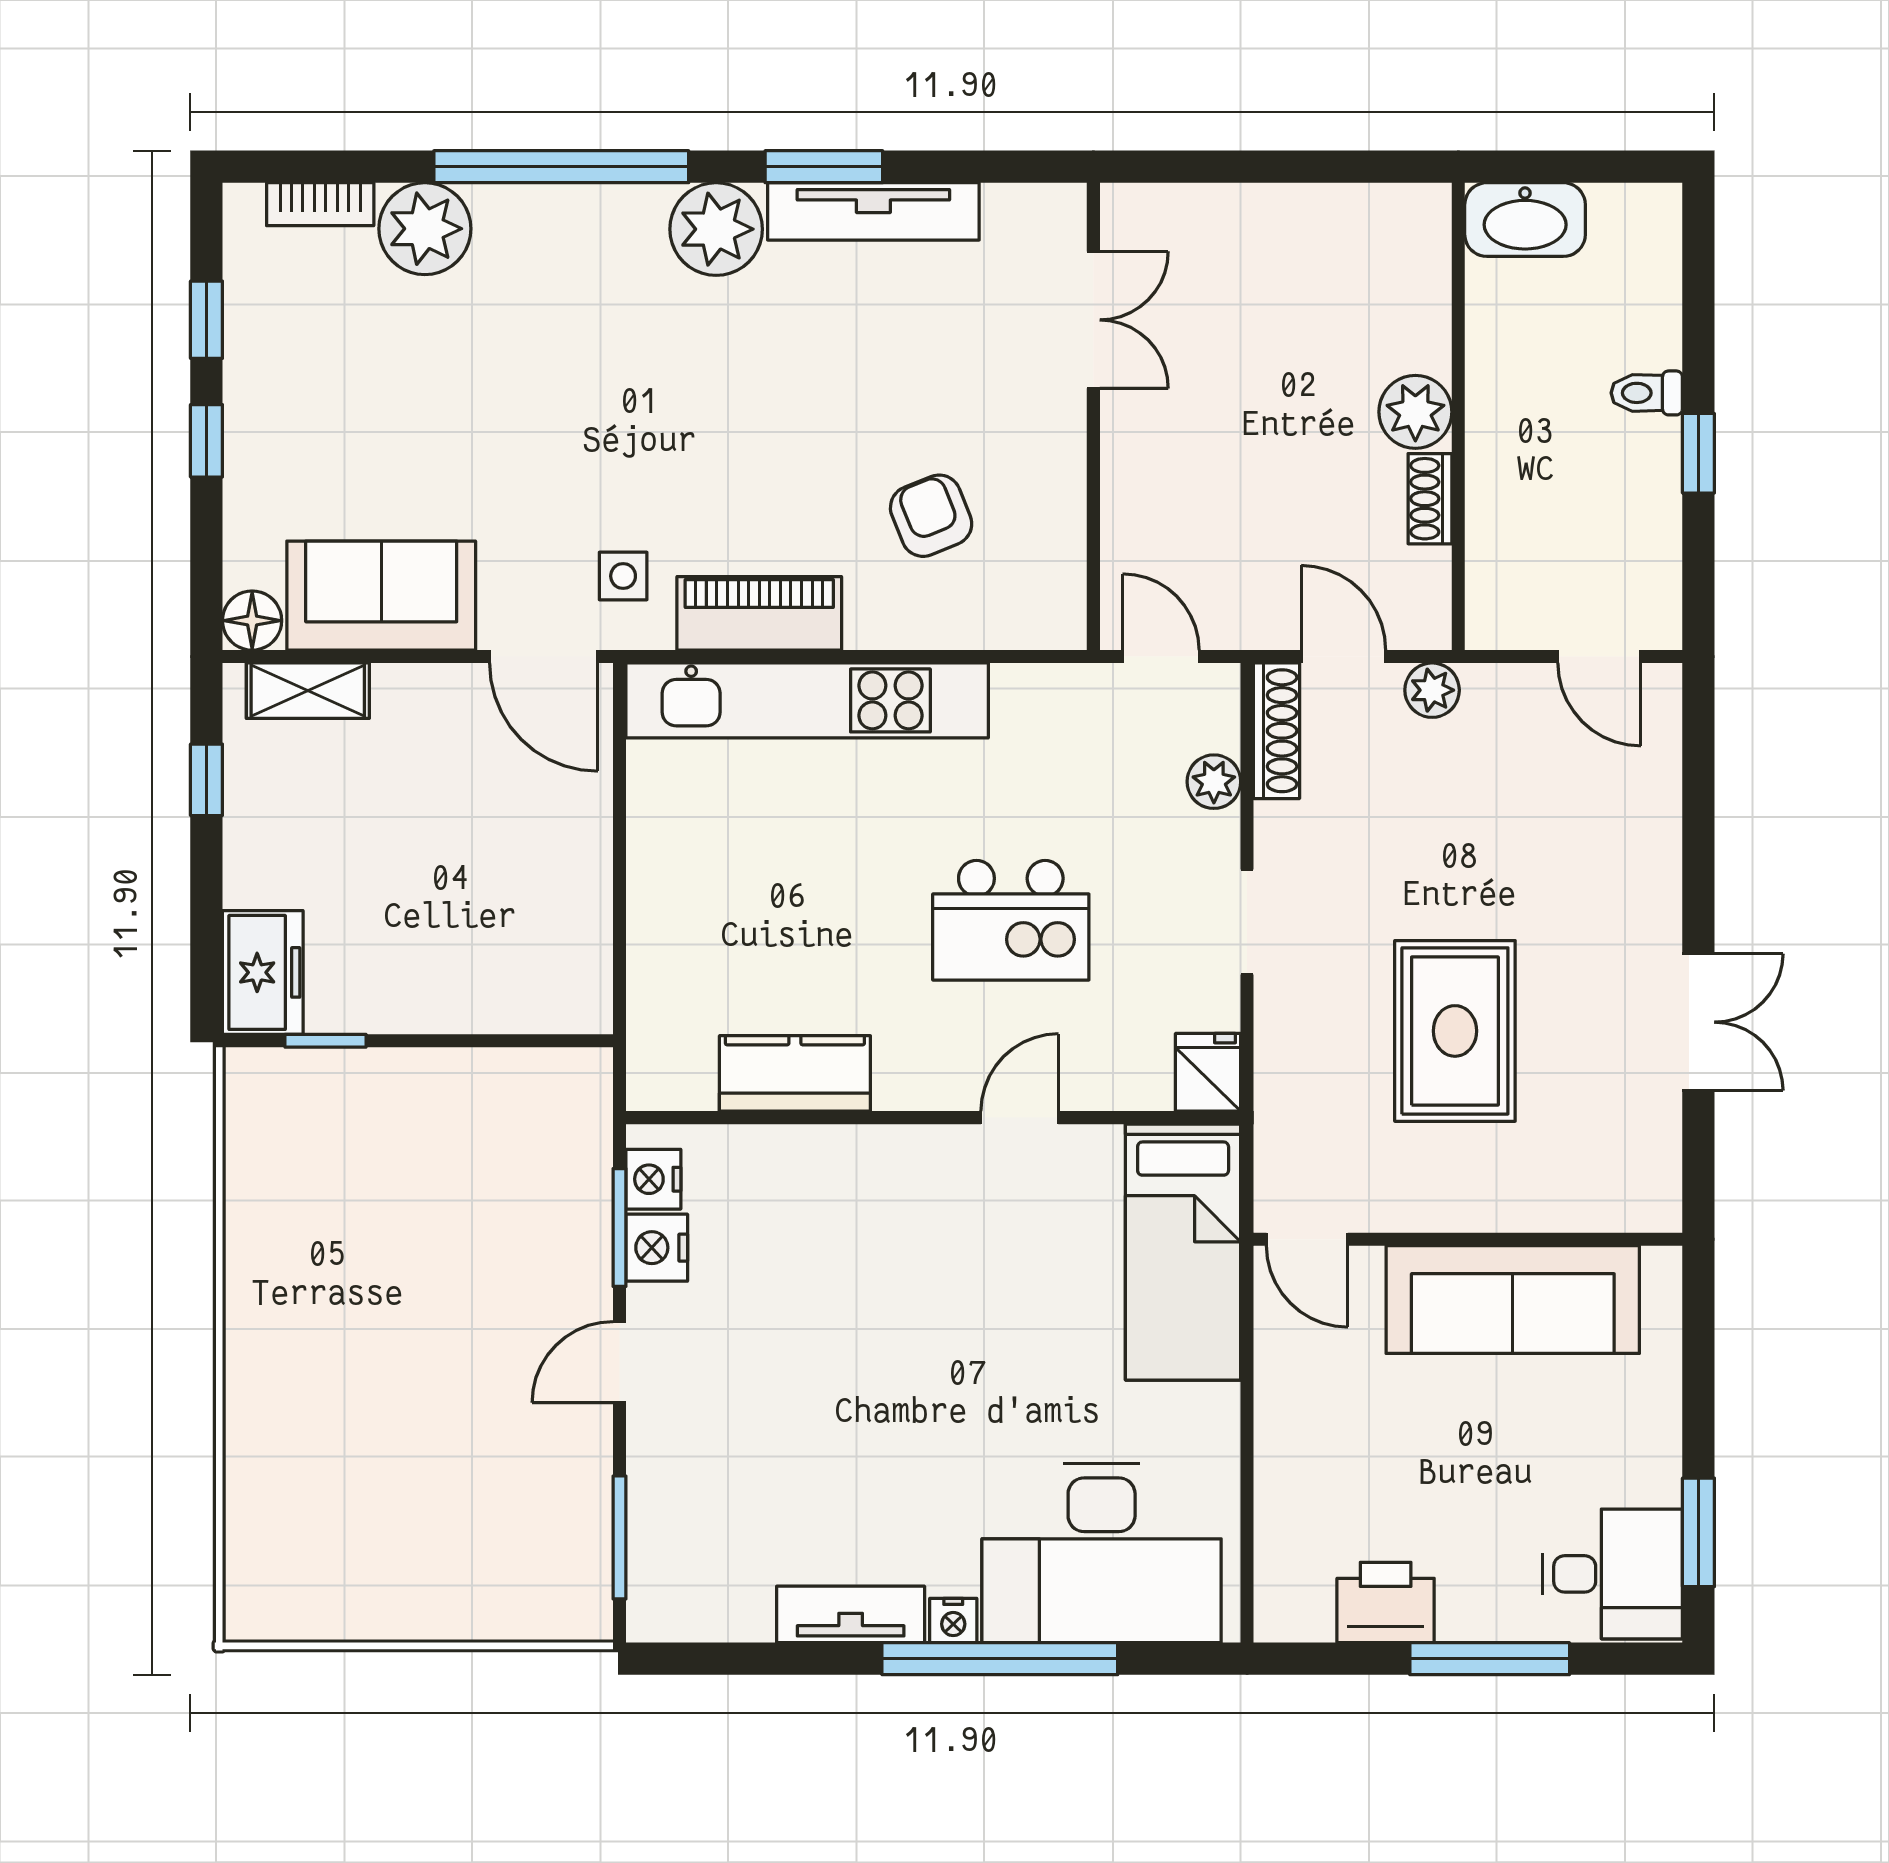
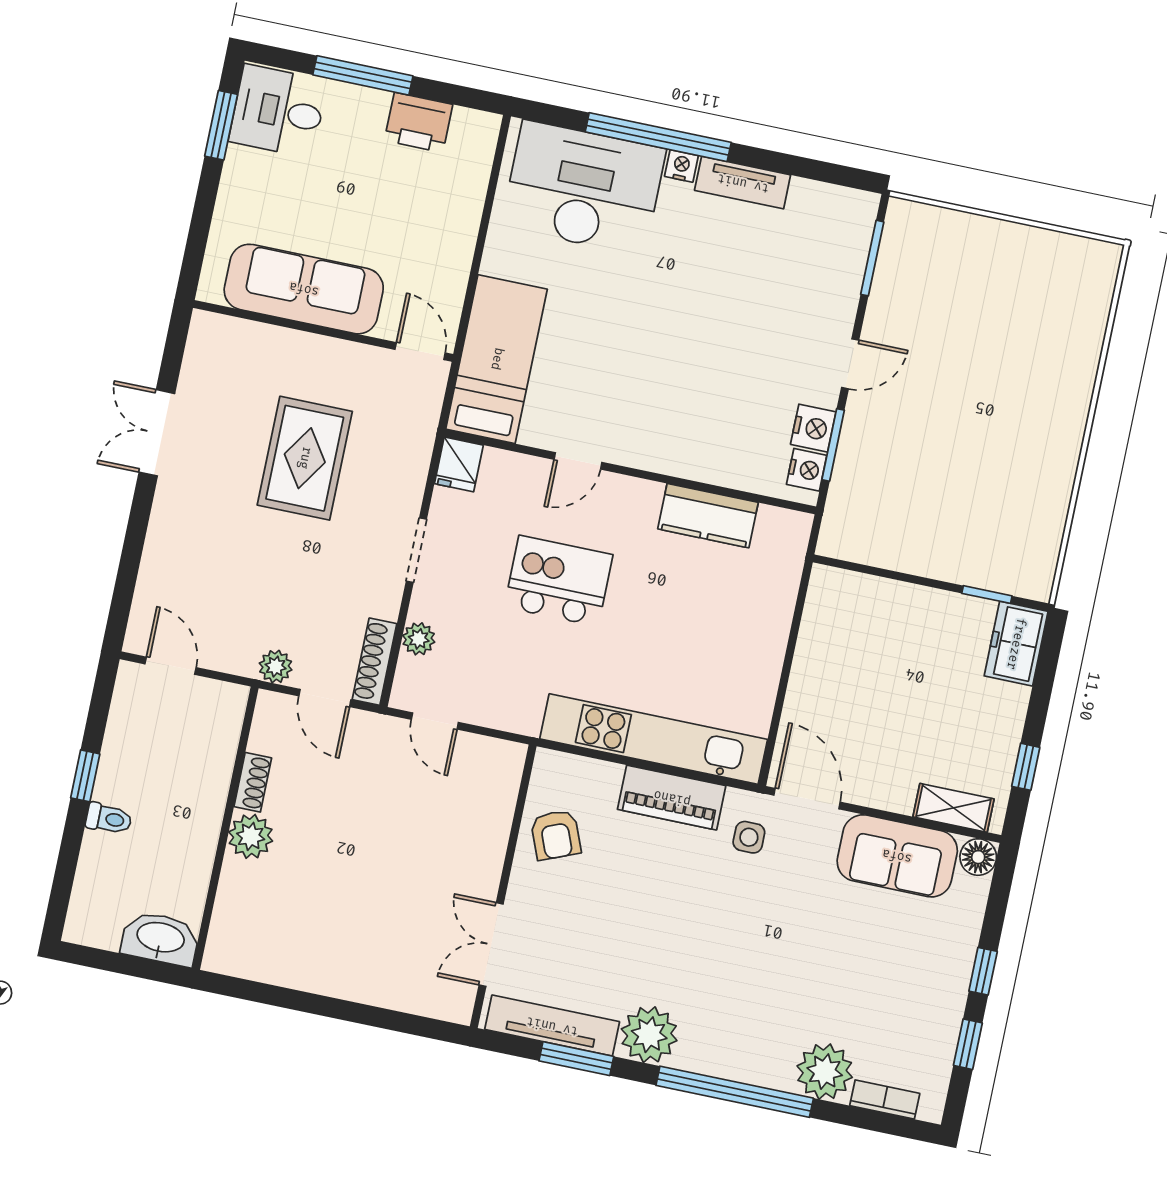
double door: (1093, 320) -> (491, 944), moved
wall: (1093, 416) -> (503, 886), moved

